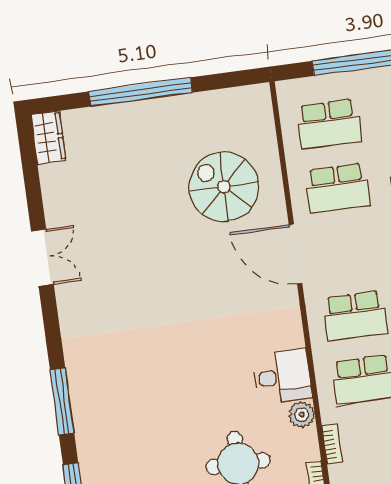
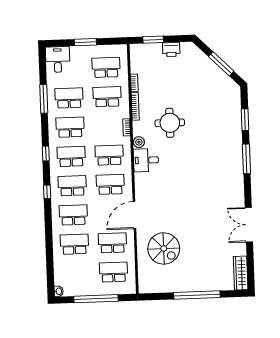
wardrobe: (48, 137) -> (241, 273), width x1.50
door: (295, 254) -> (134, 215), swing flipped
double door: (42, 258) -> (249, 225), width x1.37

